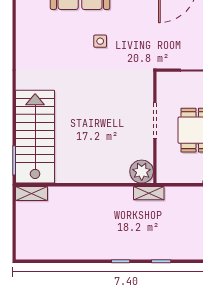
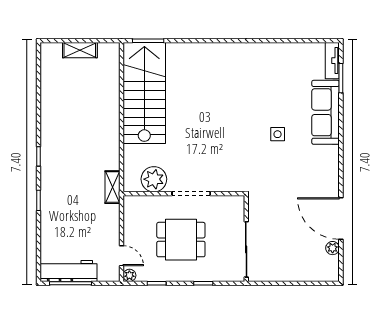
stairs: (35, 137) -> (144, 93), moved, turned -90
plant: (142, 172) -> (154, 179), moved
shelving: (32, 193) -> (80, 50), moved, turned 90

